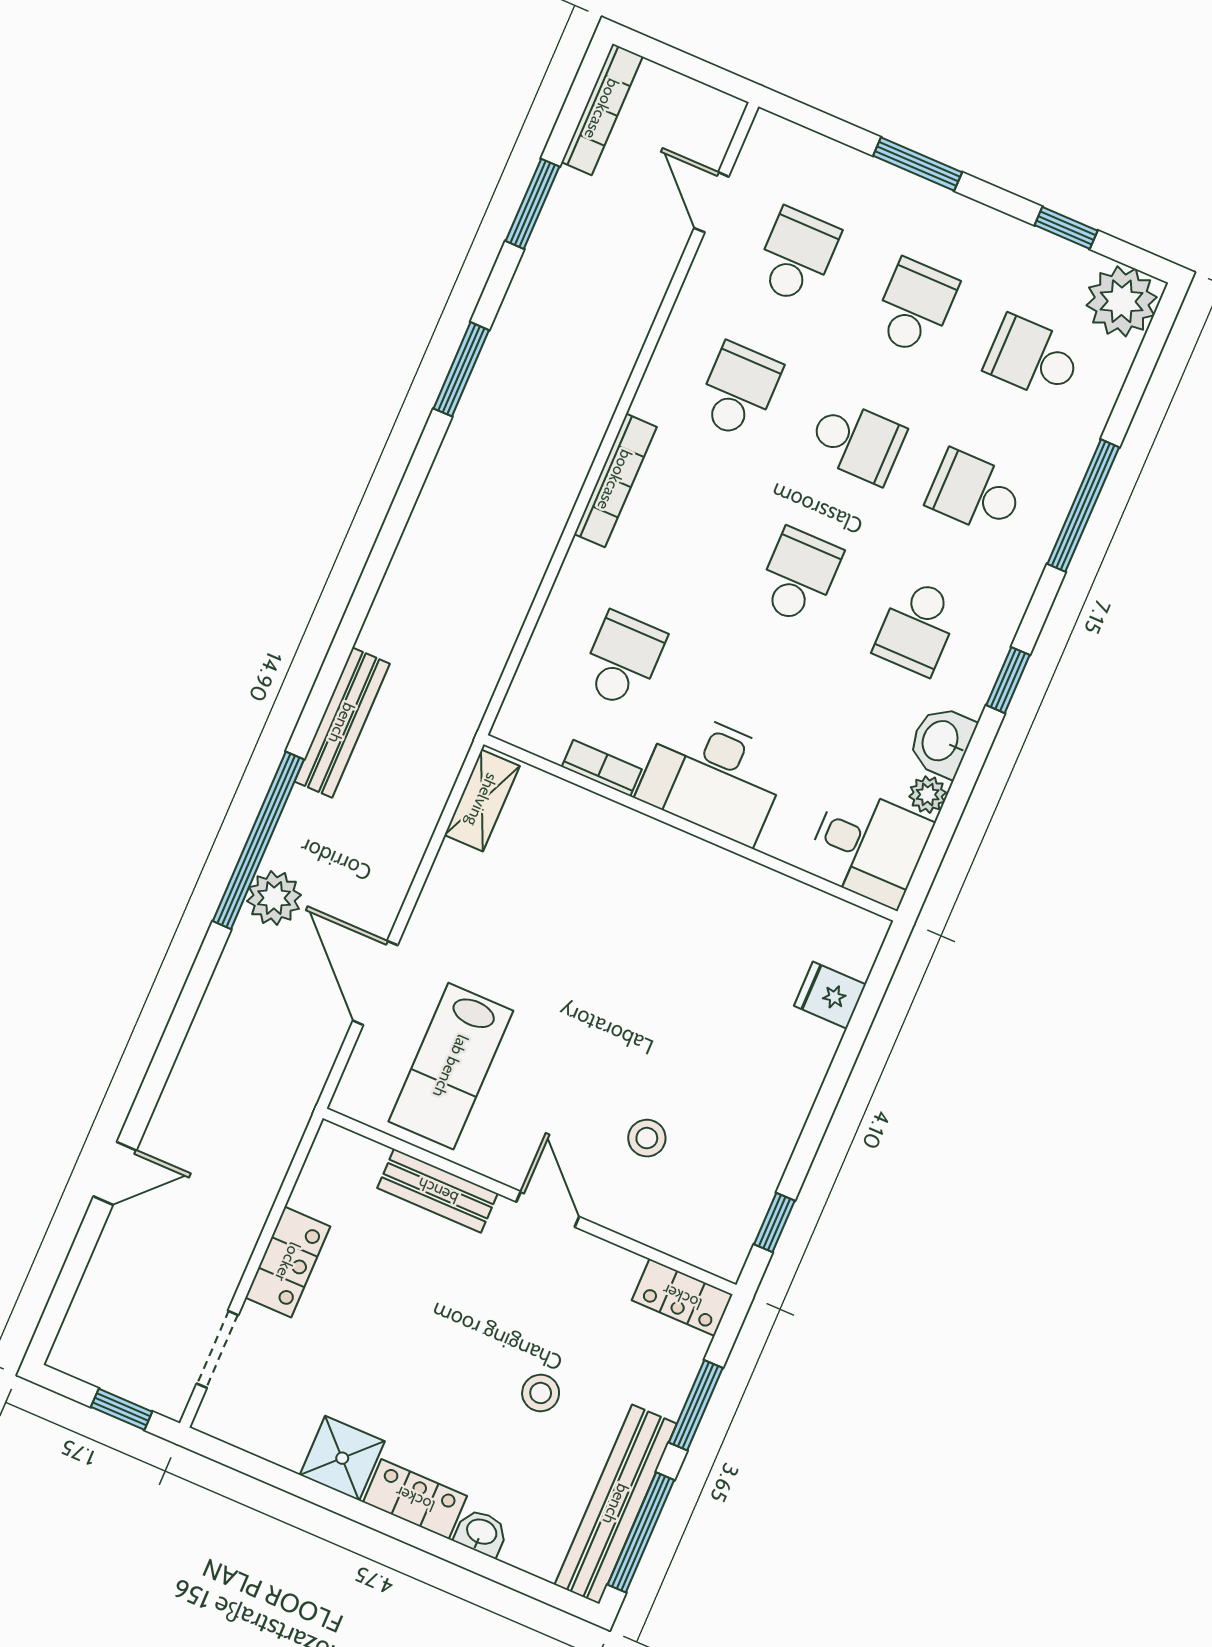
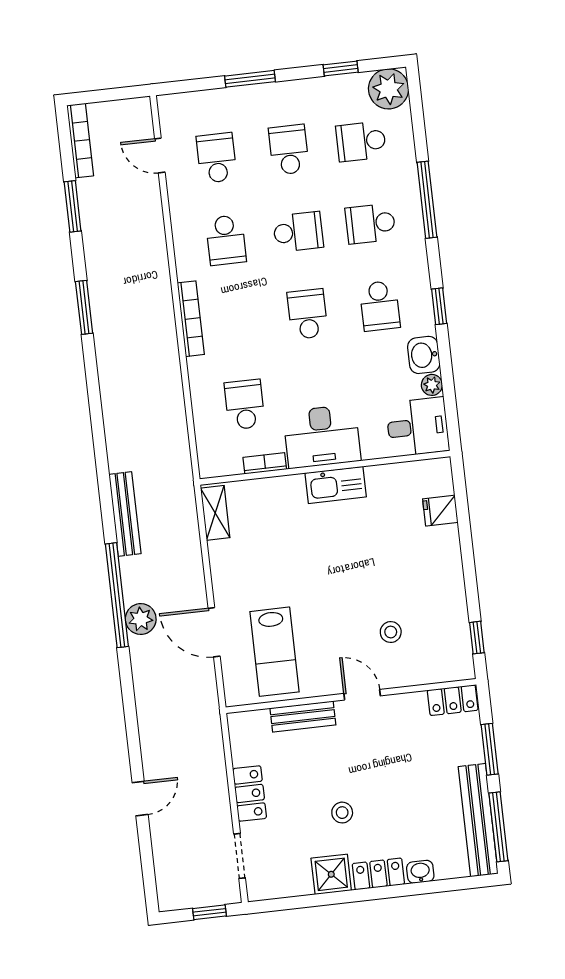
school desk: (739, 391) -> (226, 240), turned 180
kitchen sink: (692, 863) -> (336, 485), added
stool: (541, 1393) -> (342, 813), moved

